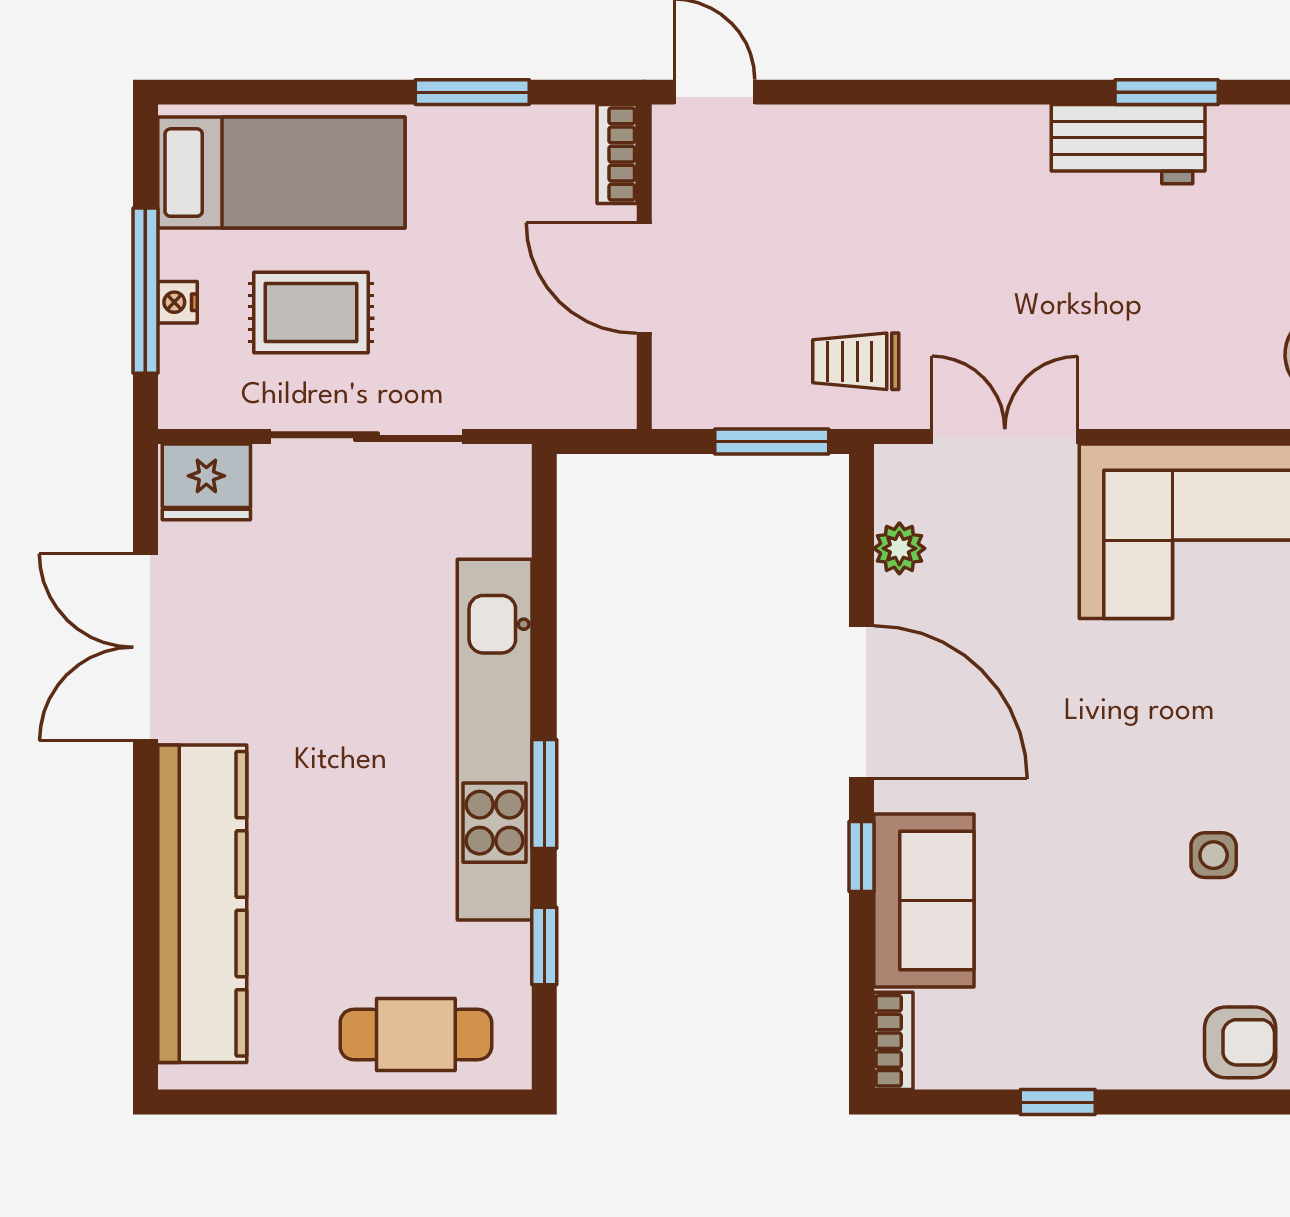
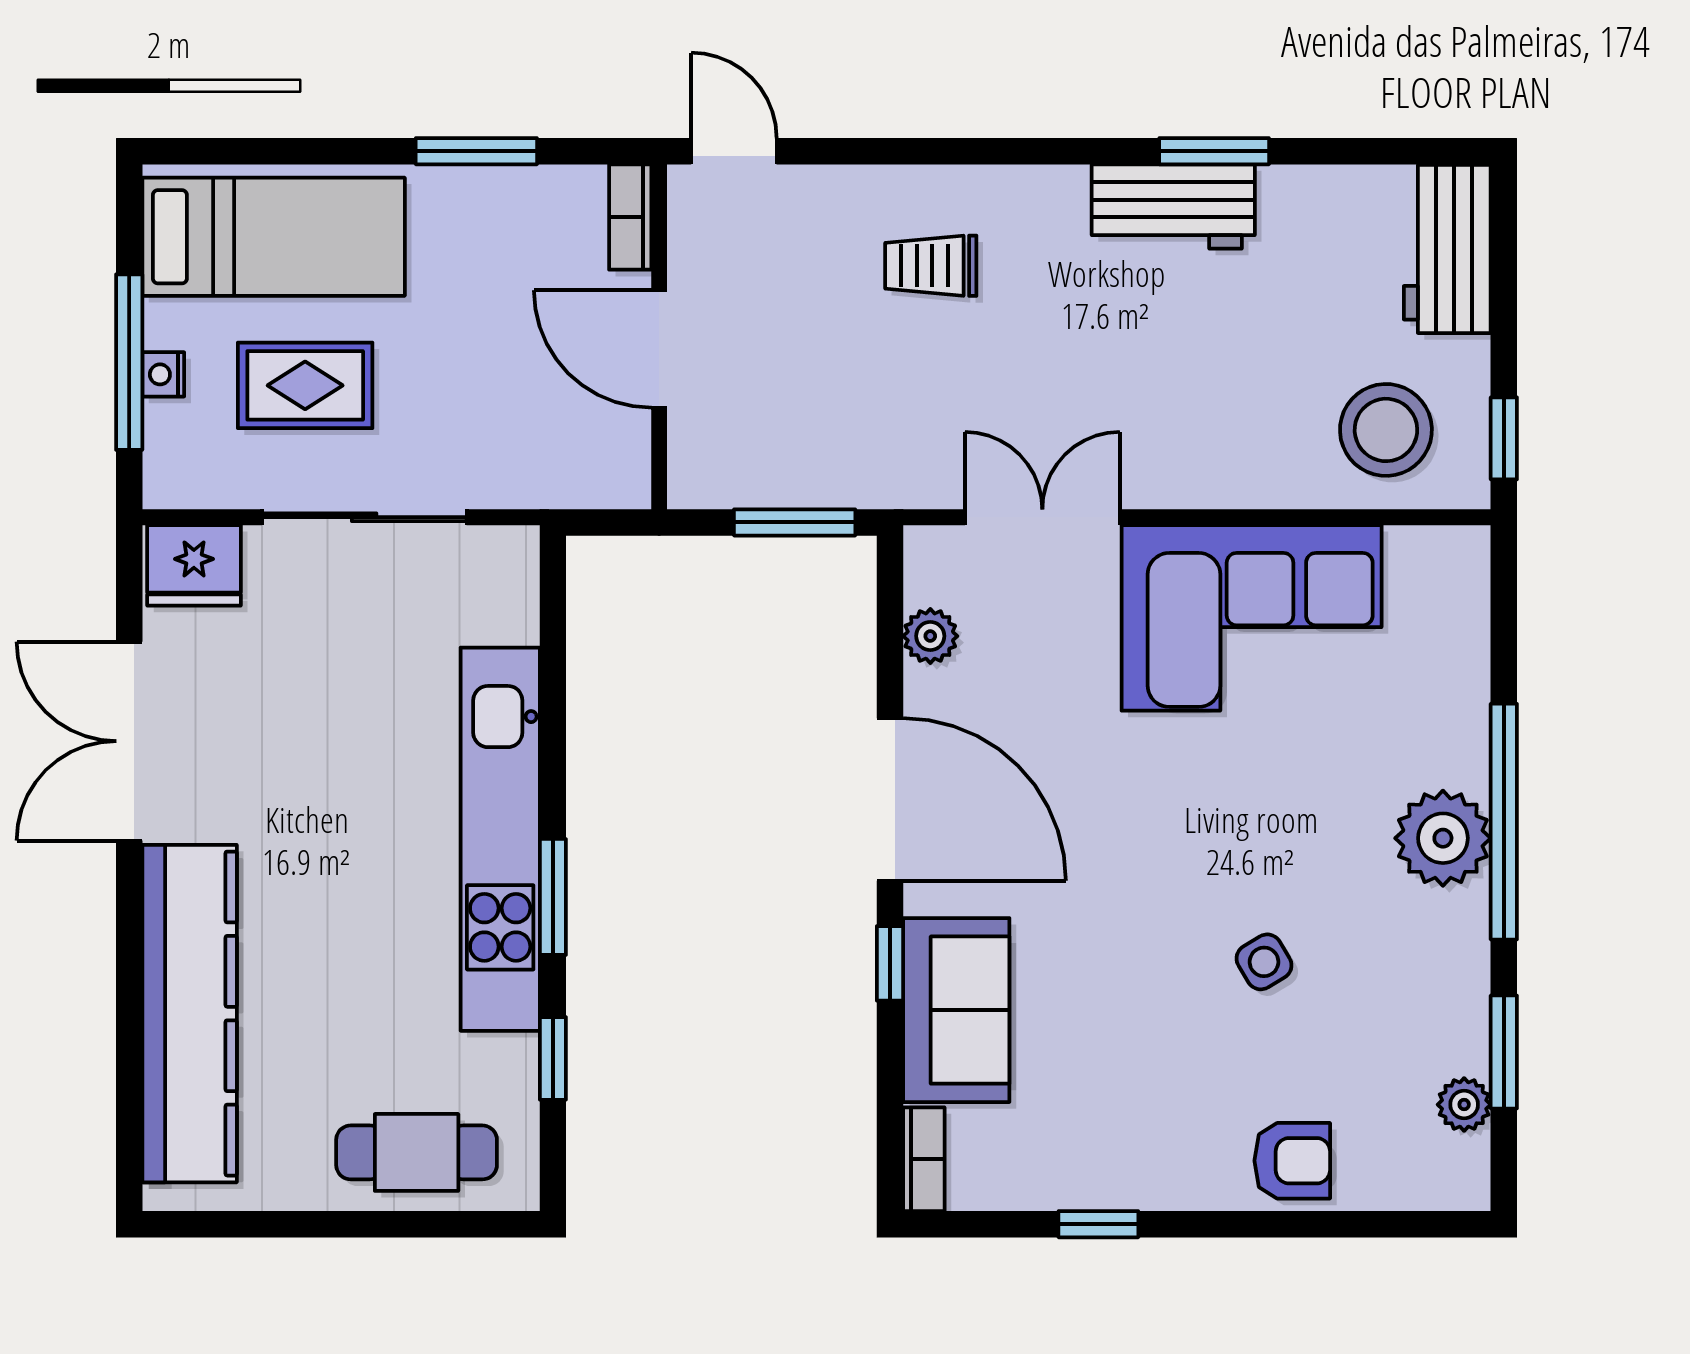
trolley: (856, 361) -> (931, 266), moved
side table: (1214, 855) -> (1264, 962), turned -31

